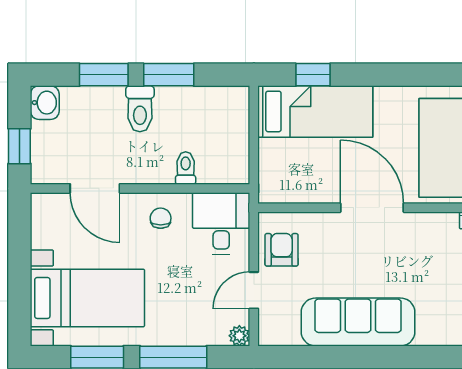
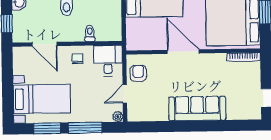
sofa: (358, 322) -> (197, 108), moved

